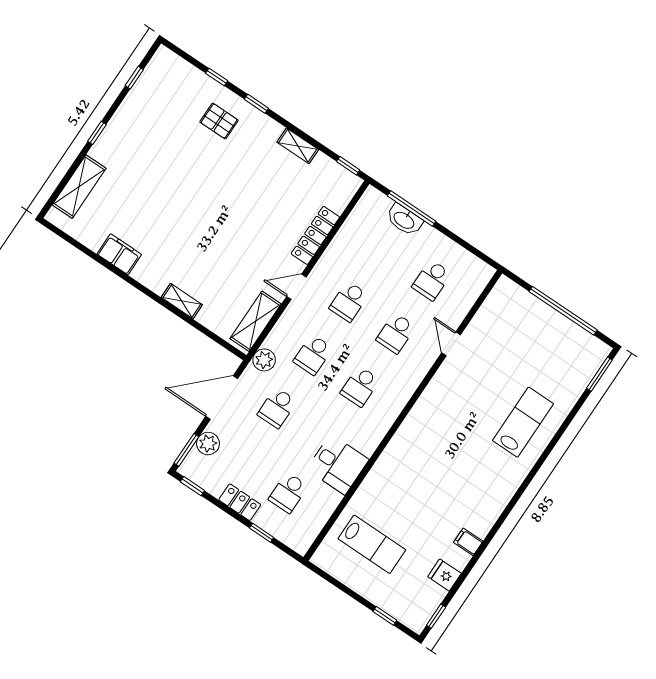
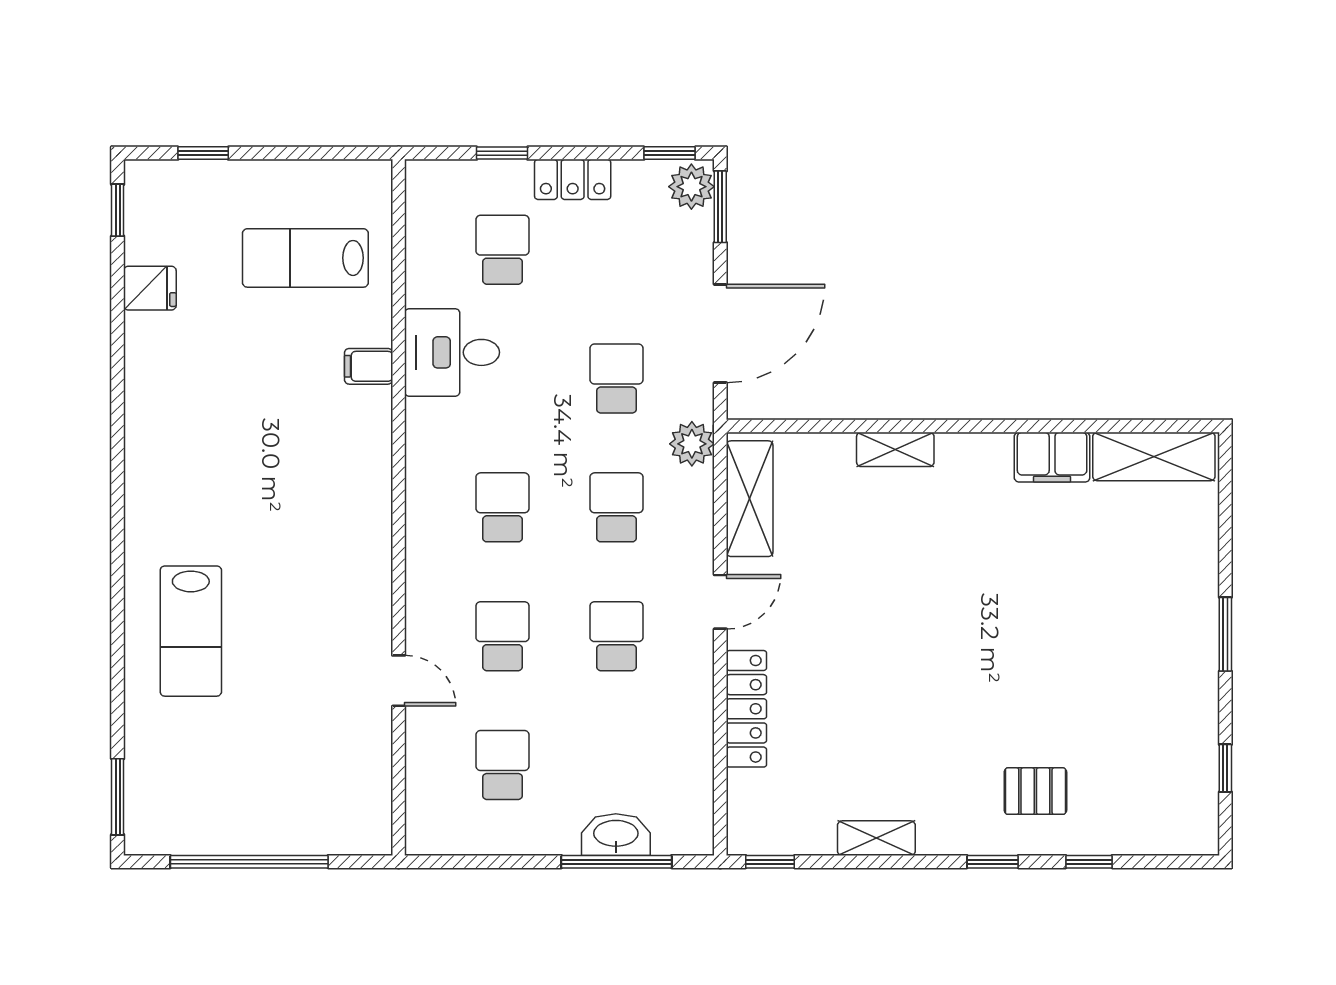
window: (97, 133) -> (1225, 634), width x1.50
shelving: (79, 187) -> (1154, 456), moved, turned 90
plant: (208, 444) -> (691, 187), moved
filing cabinet: (468, 542) -> (369, 366), moved, turned 180

